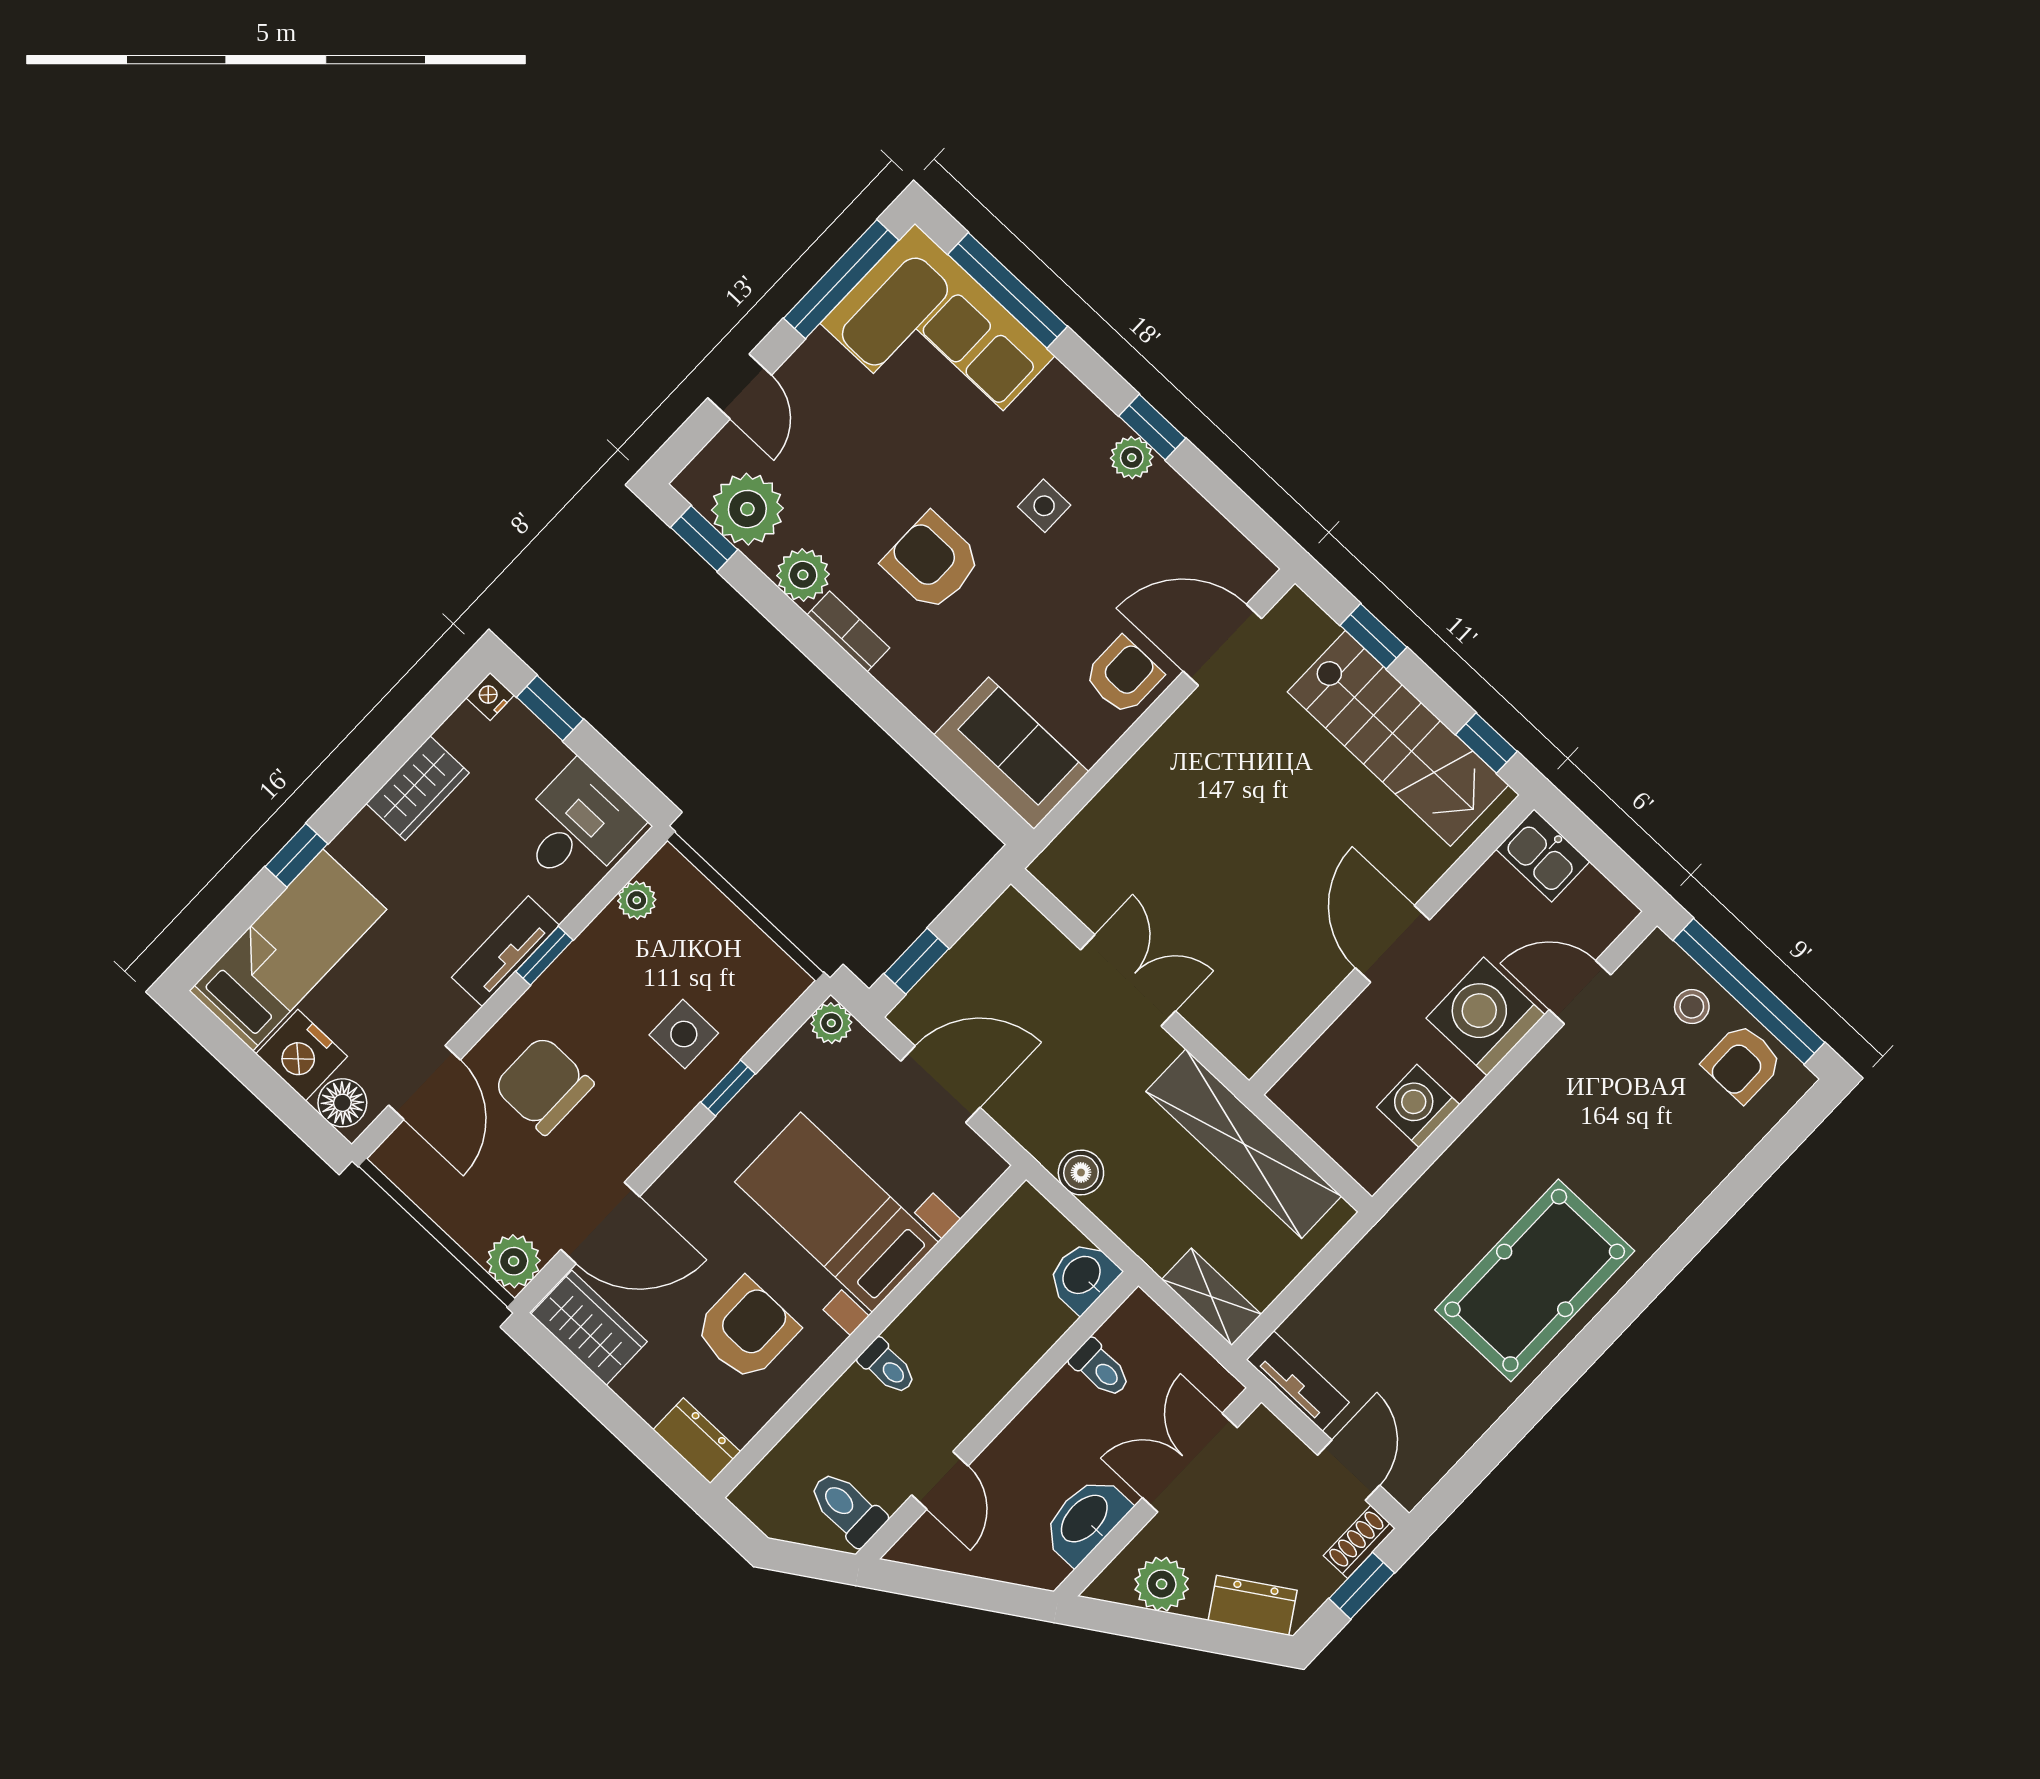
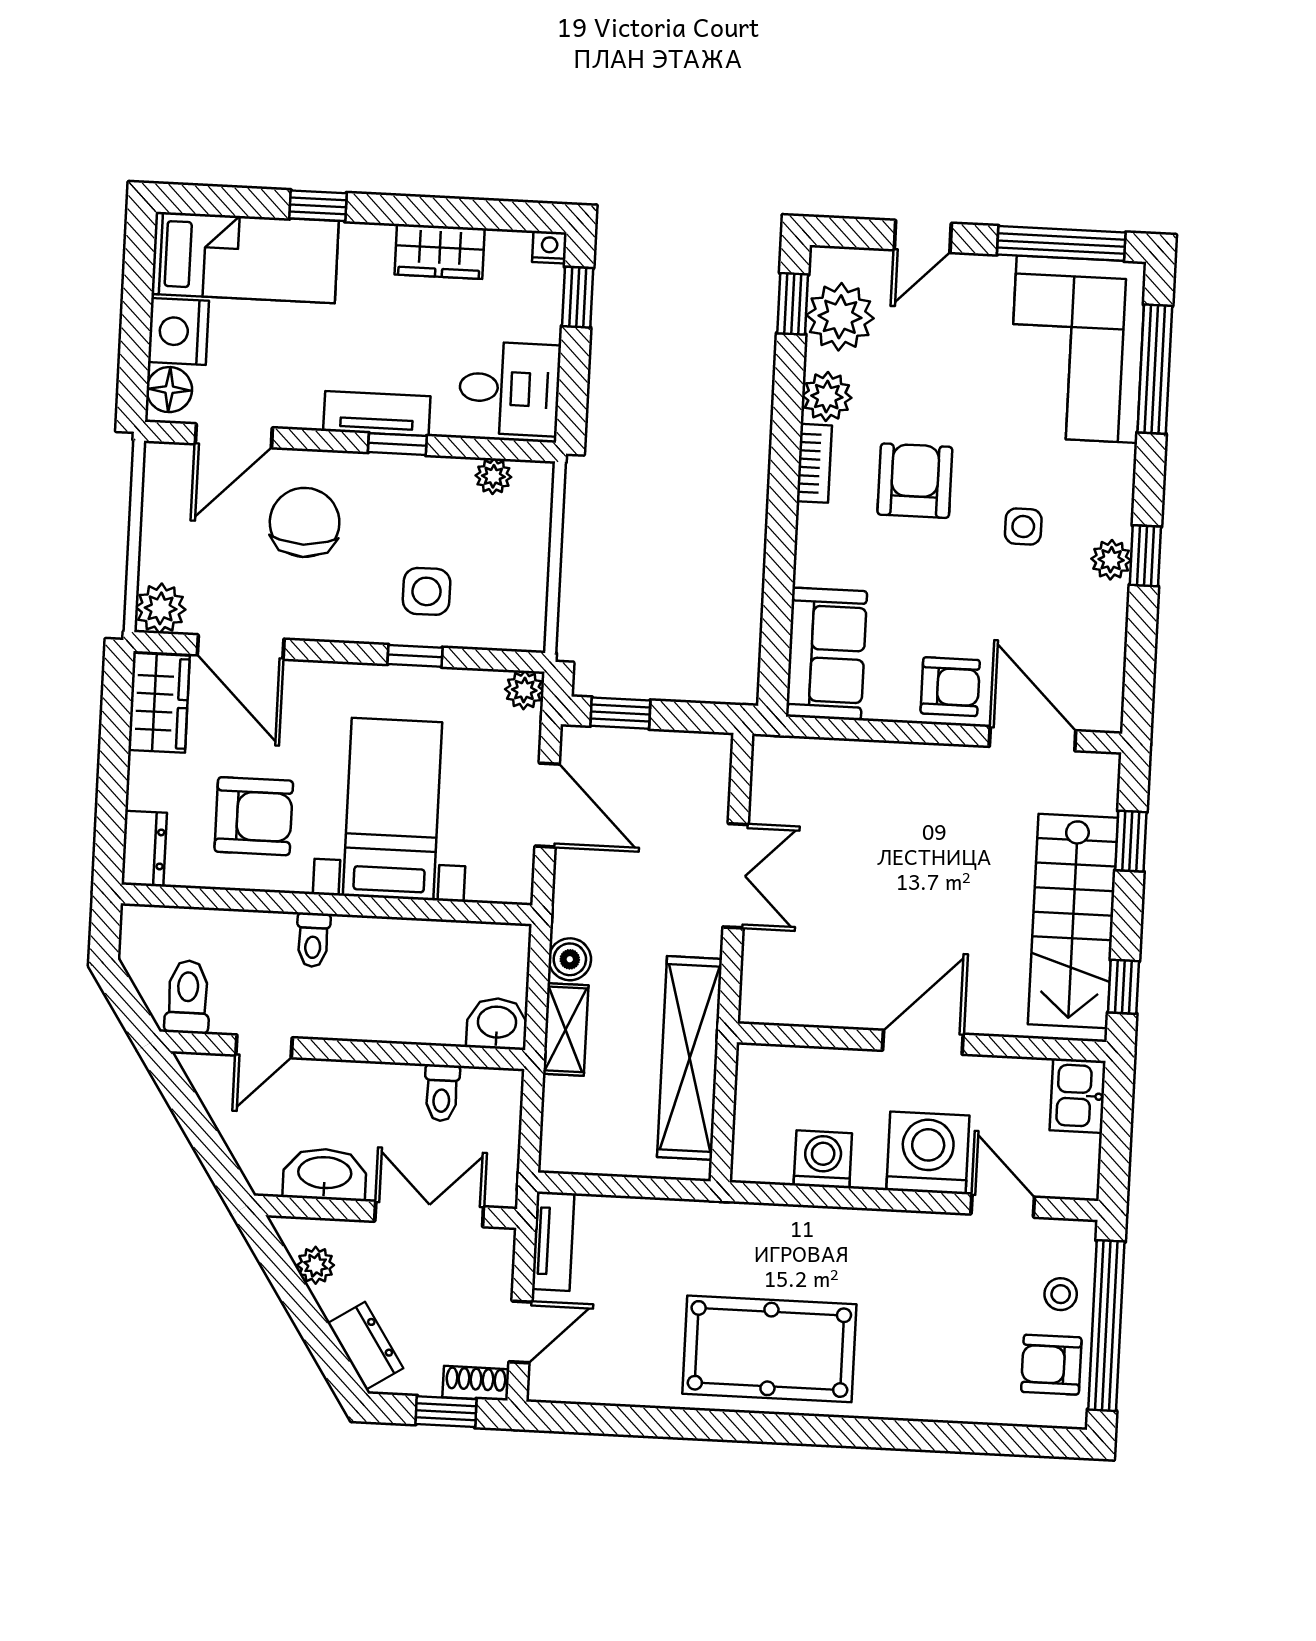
shelving: (1212, 1297) -> (566, 1029), moved
plant: (1162, 1584) -> (316, 1265), width x0.73, depth x0.73

